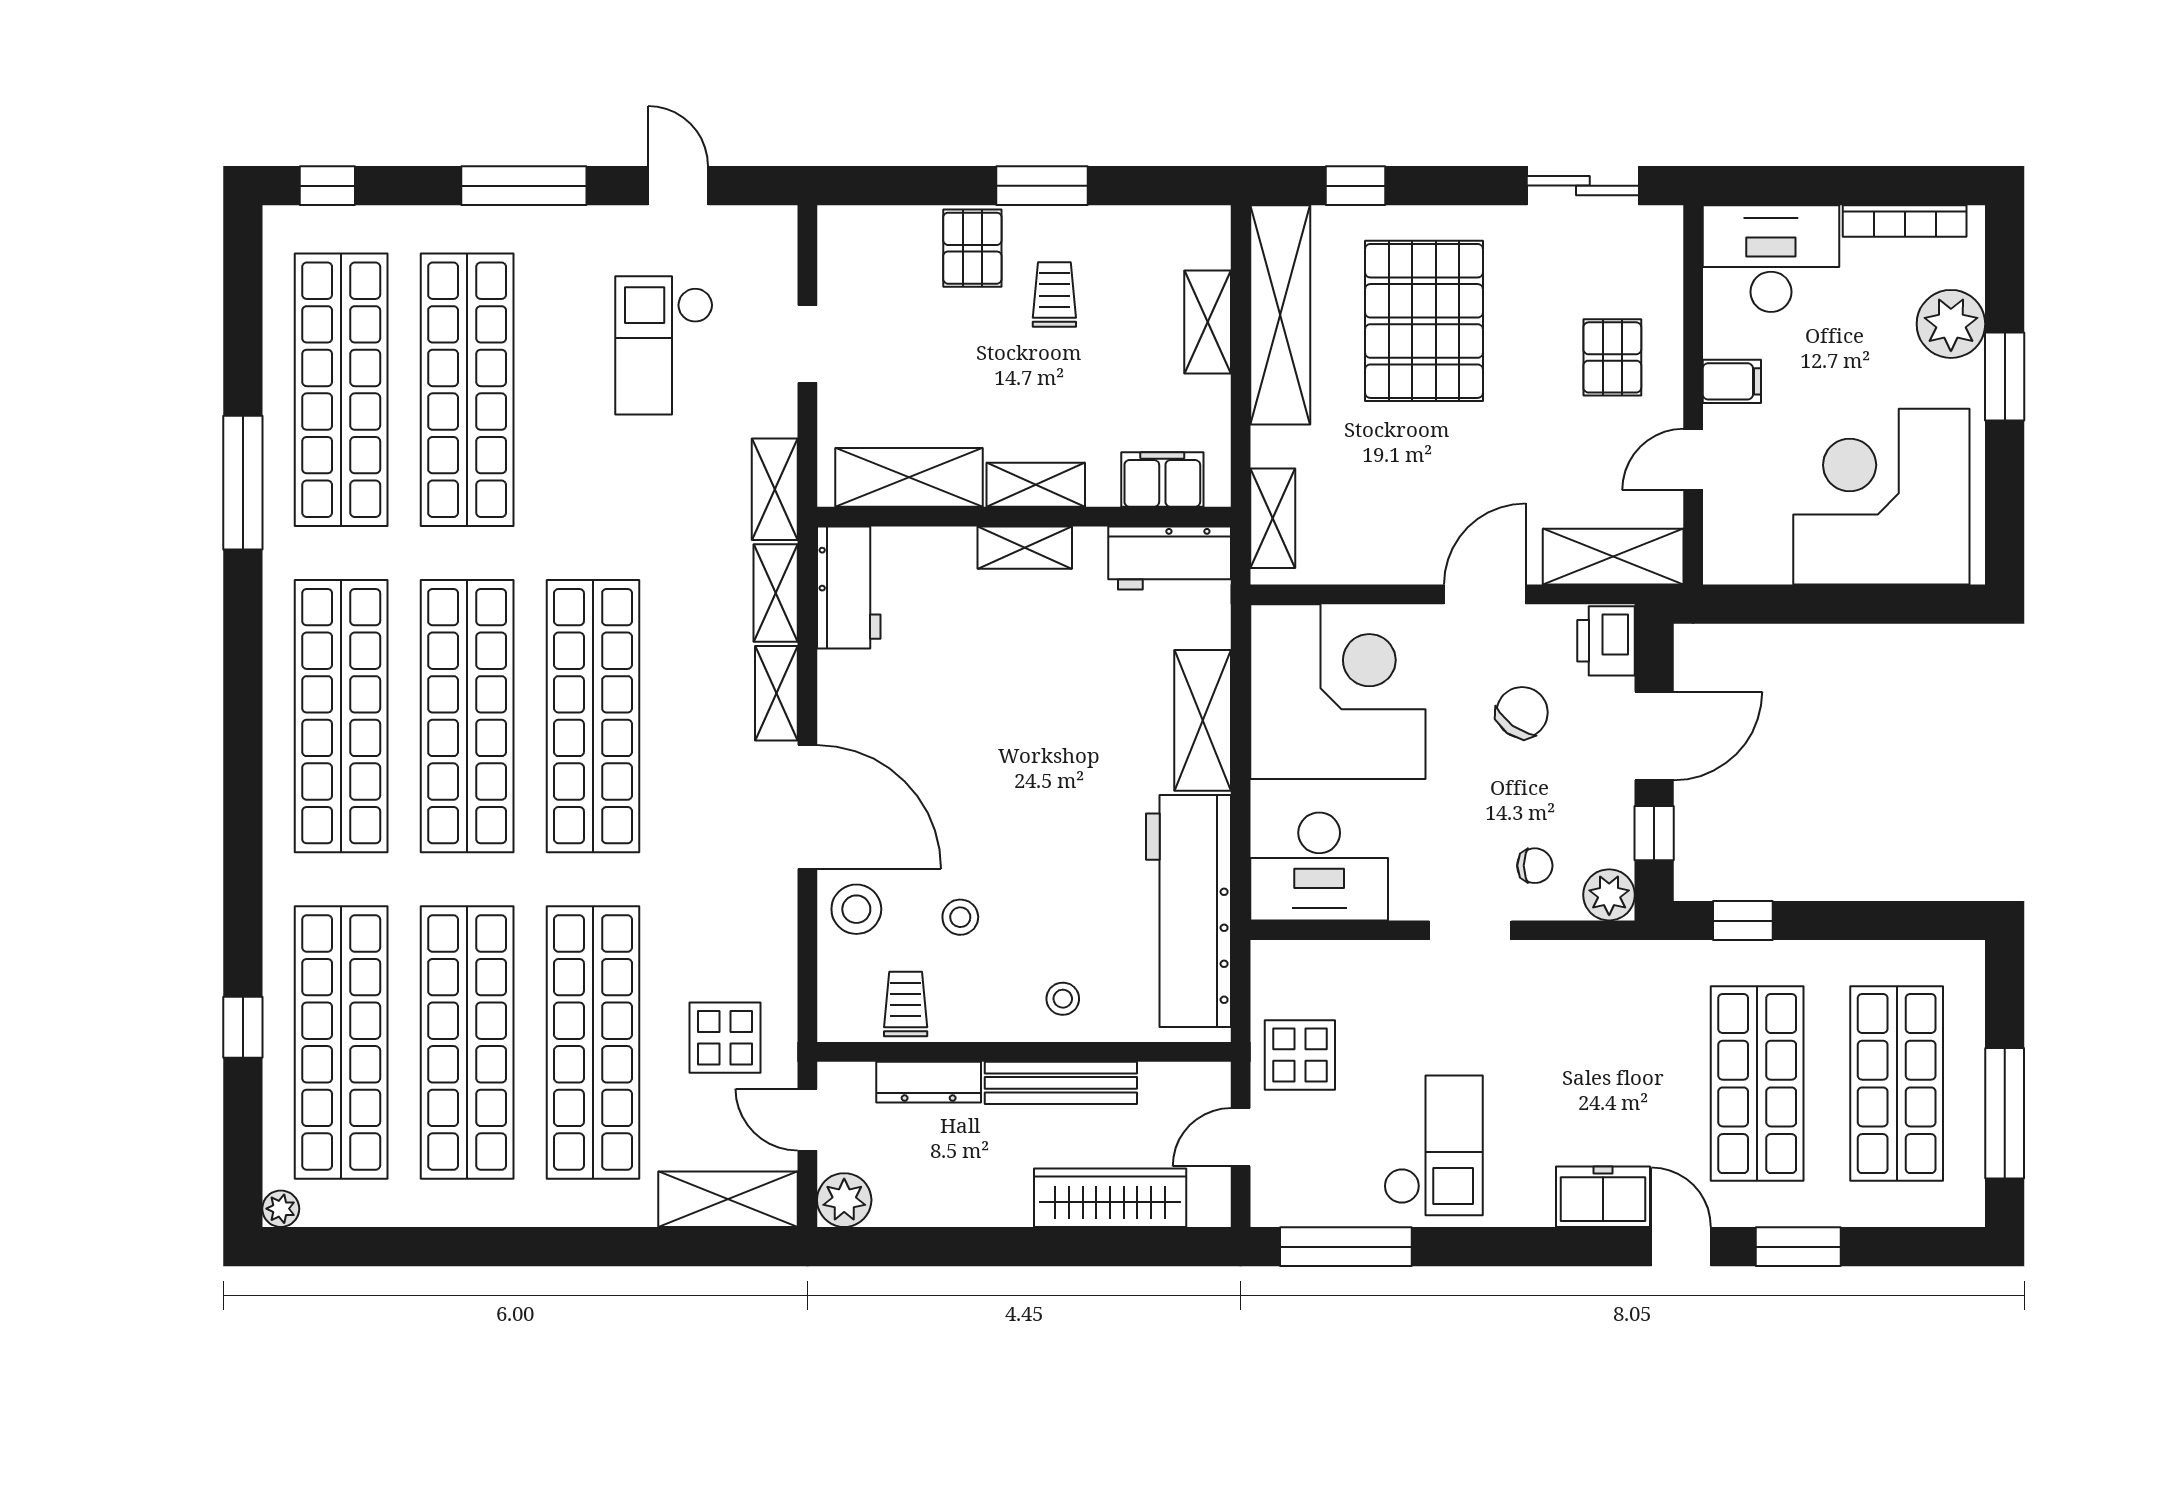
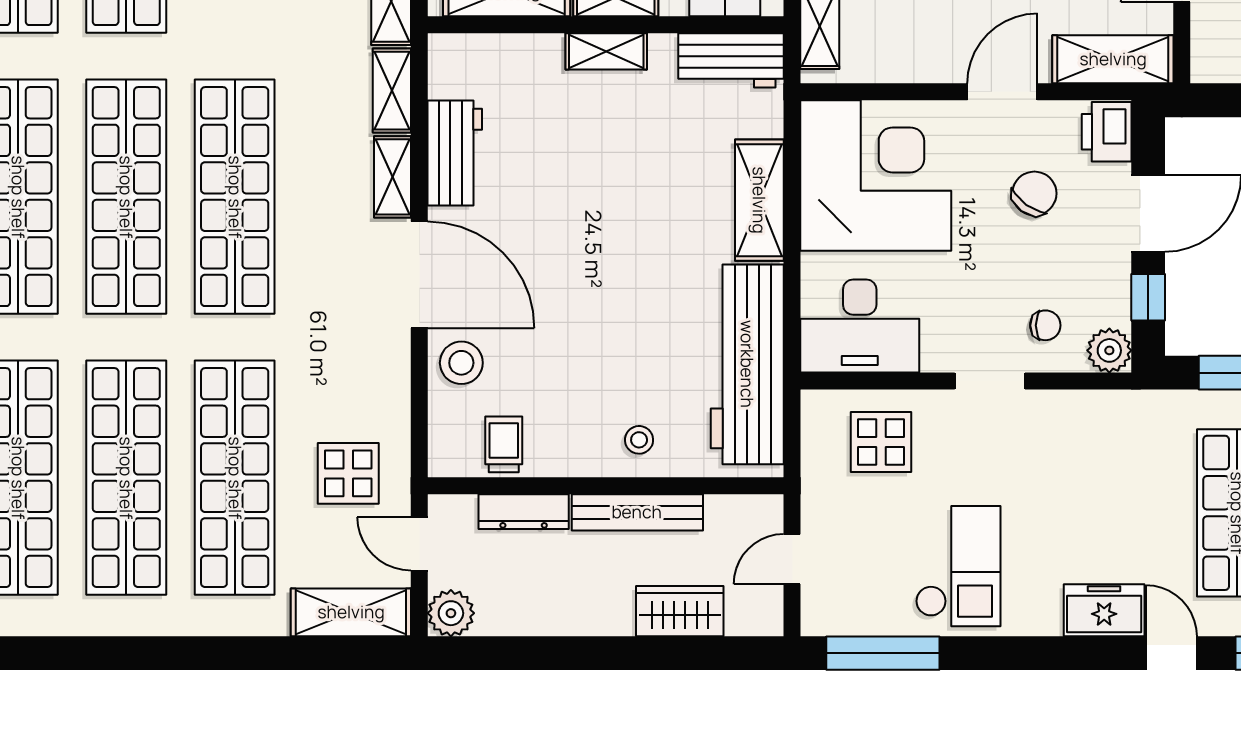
workbench: (849, 587) -> (455, 153), moved
stool: (960, 917) -> (551, 370), removed
display table: (1300, 1055) -> (881, 442), moved
wardrobe: (1110, 1198) -> (680, 611), width x0.67

